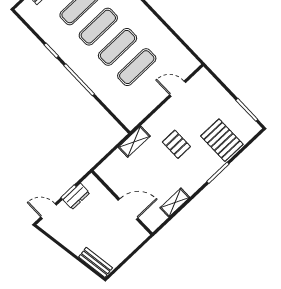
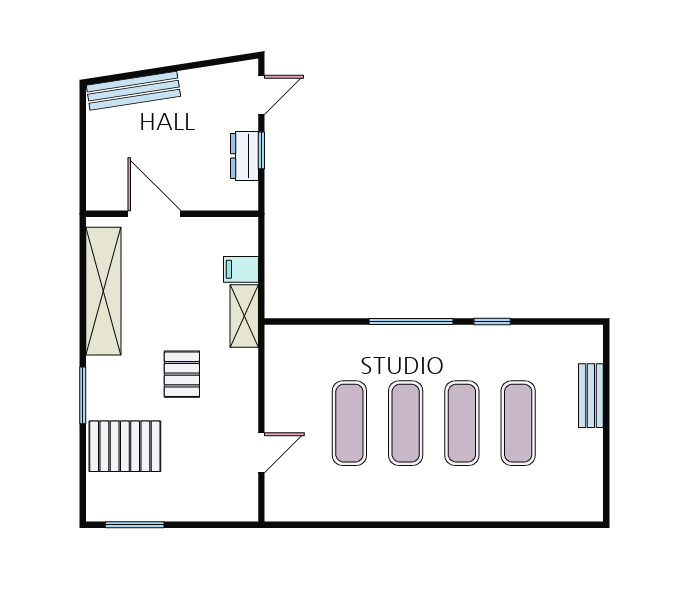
pallet: (176, 144) -> (182, 374), turned 90
filing cabinet: (118, 159) -> (241, 269), added
shelving: (175, 203) -> (103, 291), width x2.20, depth x1.33
door: (128, 209) -> (154, 214), swing flipped
bench: (96, 262) -> (133, 91), width x1.36

